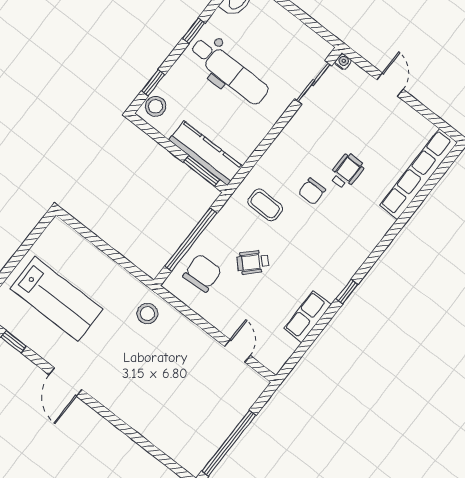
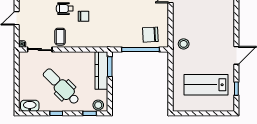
dental chair: (229, 71) -> (61, 87), turned -45
coffee table: (265, 205) -> (60, 37), moved
wheelchair: (253, 262) -> (130, 18), removed
lab bench: (56, 299) -> (206, 85), turned -90

